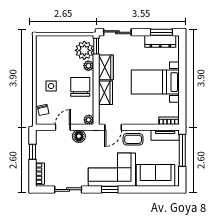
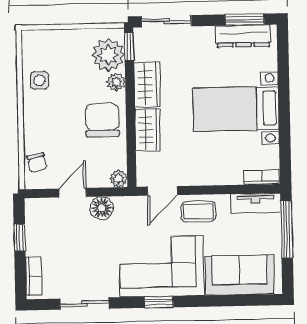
side table: (51, 86) -> (40, 80), moved

